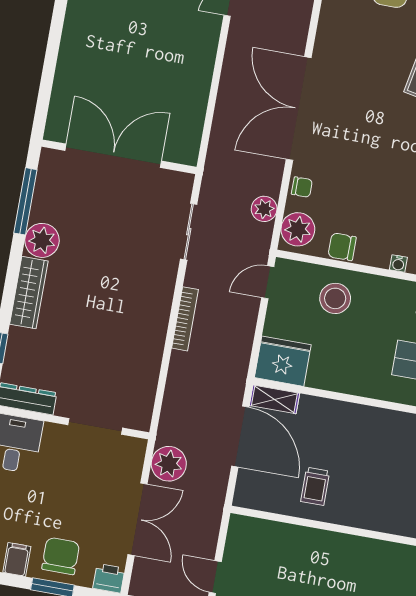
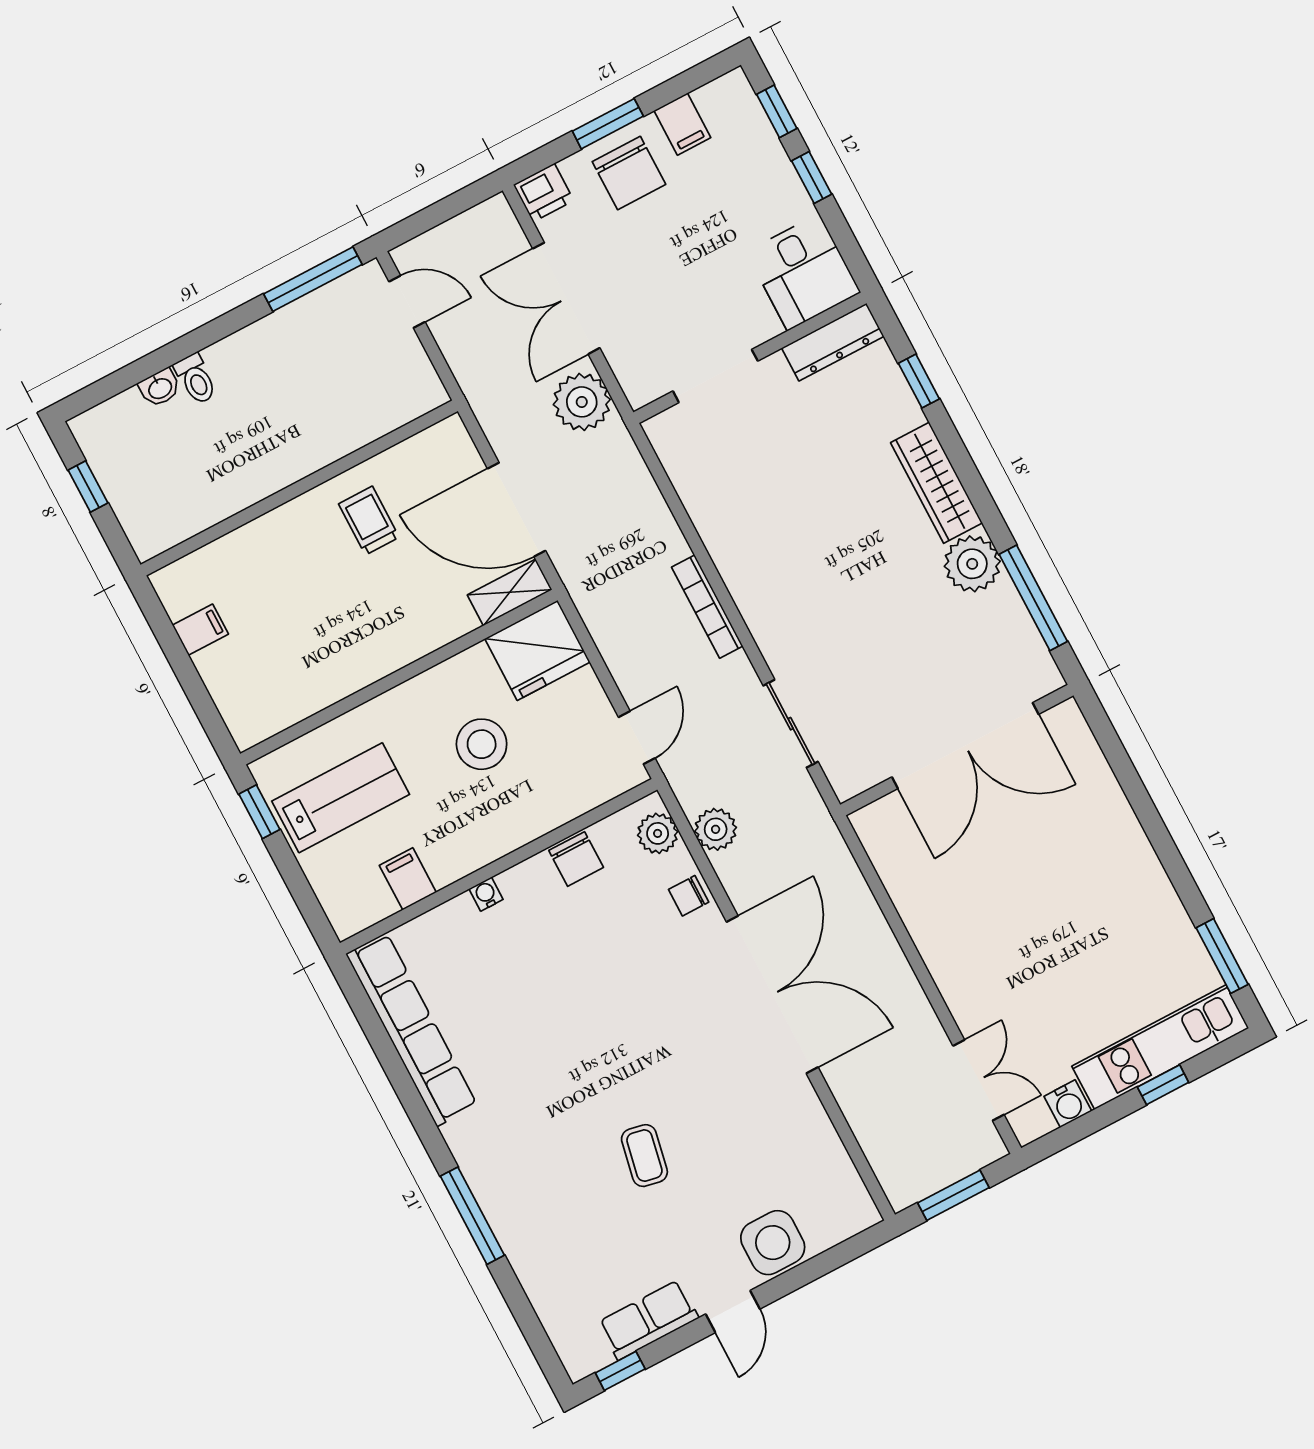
plant: (298, 229) -> (658, 833), width x0.73, depth x0.73
chair: (342, 247) -> (576, 859), turned 90
stool: (335, 298) -> (482, 744), moved

